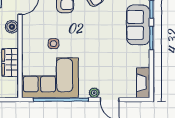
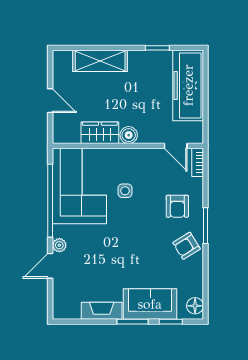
boiler: (12, 27) -> (129, 135), moved
fireplace: (143, 83) -> (102, 311), moved

